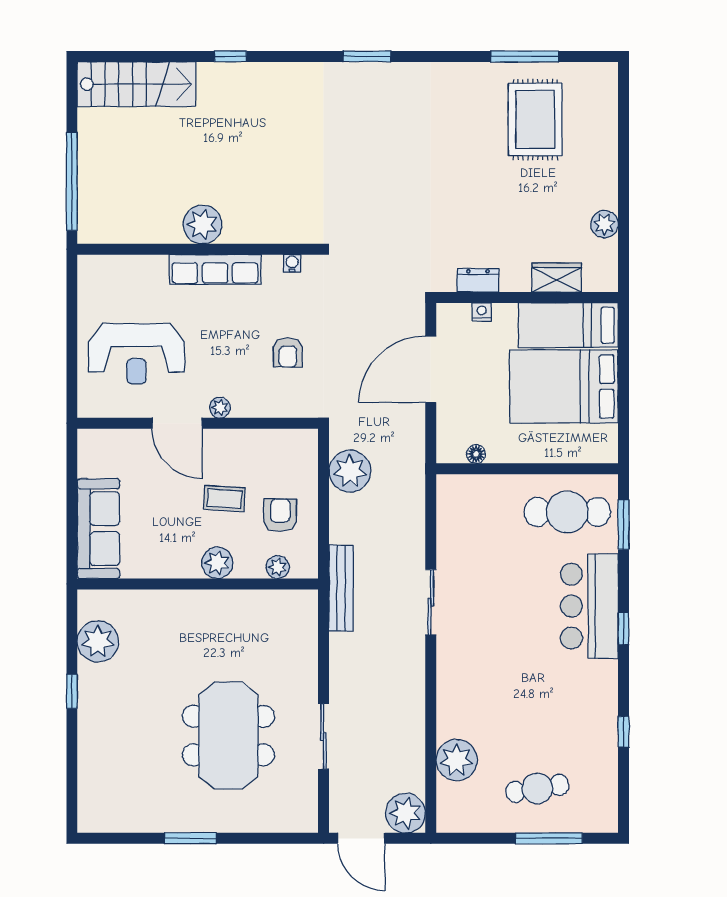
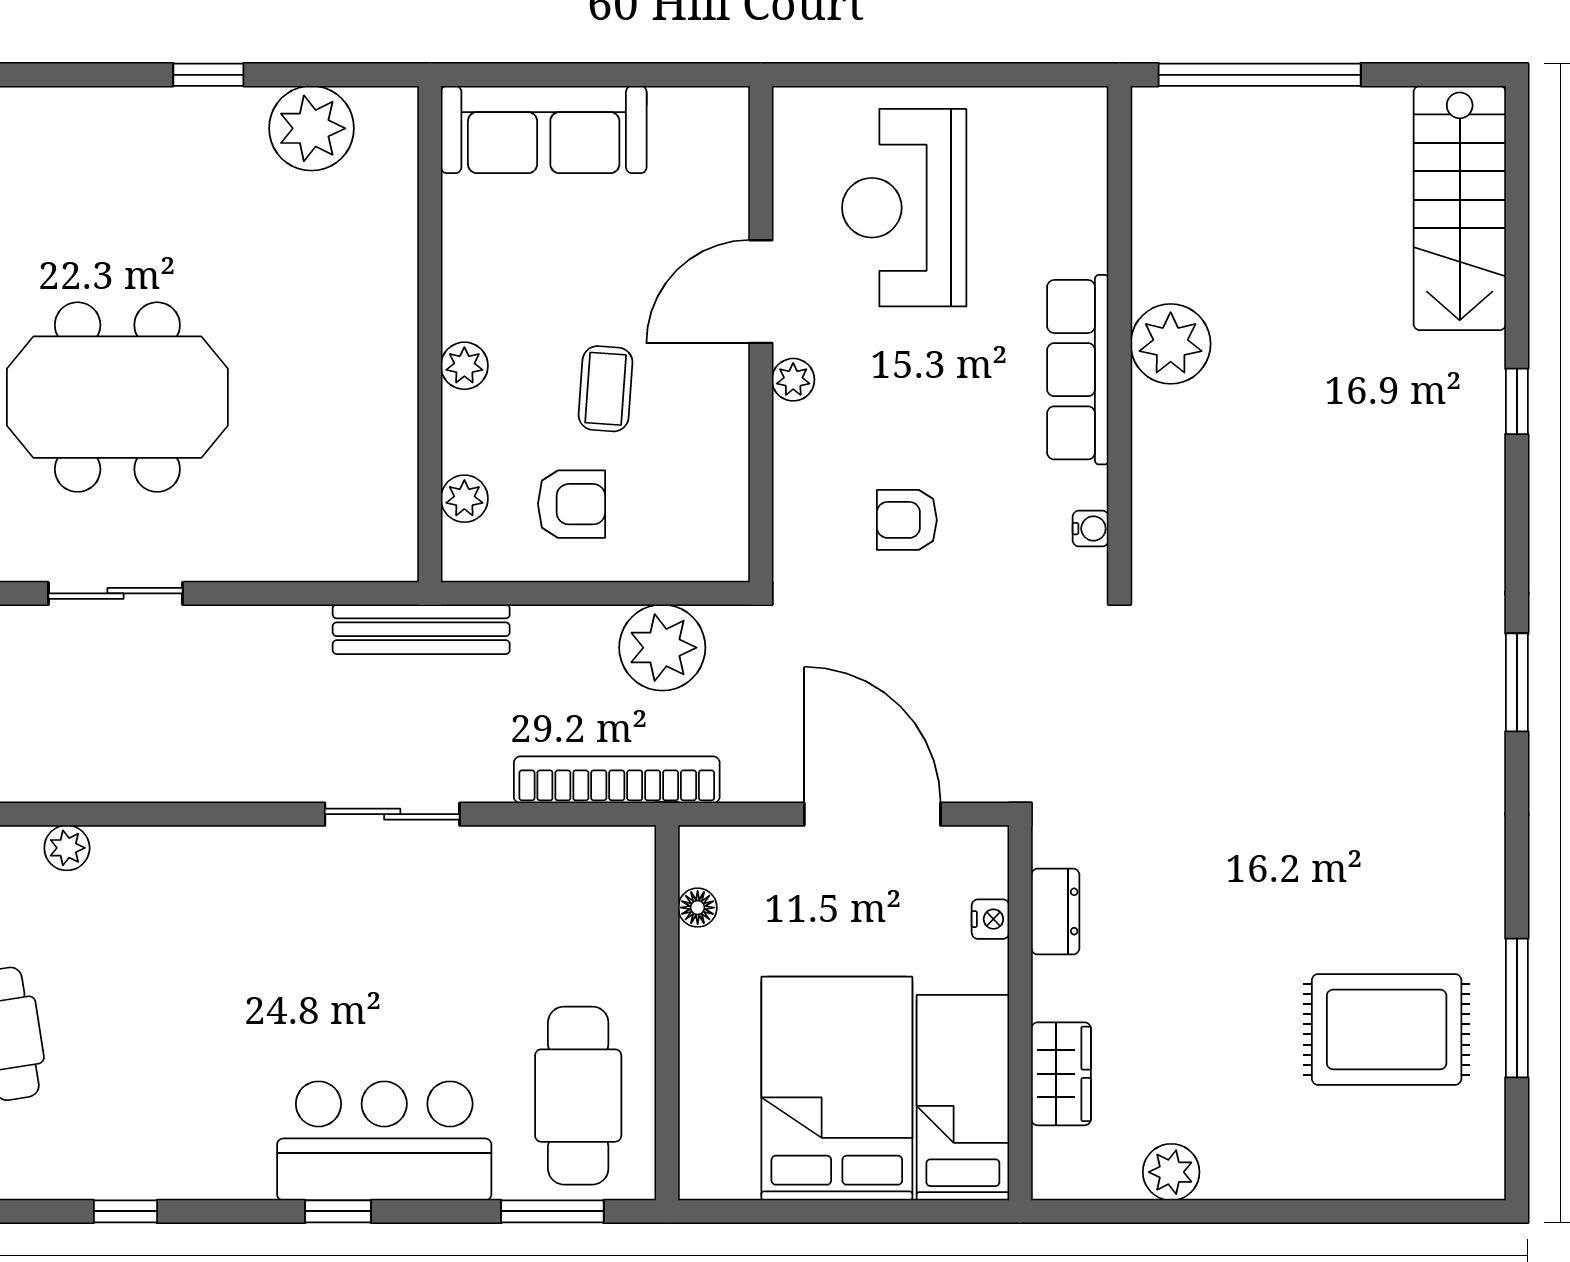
bookcase: (414, 493) -> (617, 780), added
plant: (217, 563) -> (464, 366), width x0.73, depth x0.73
plant: (457, 760) -> (67, 848), width x0.53, depth x0.53

